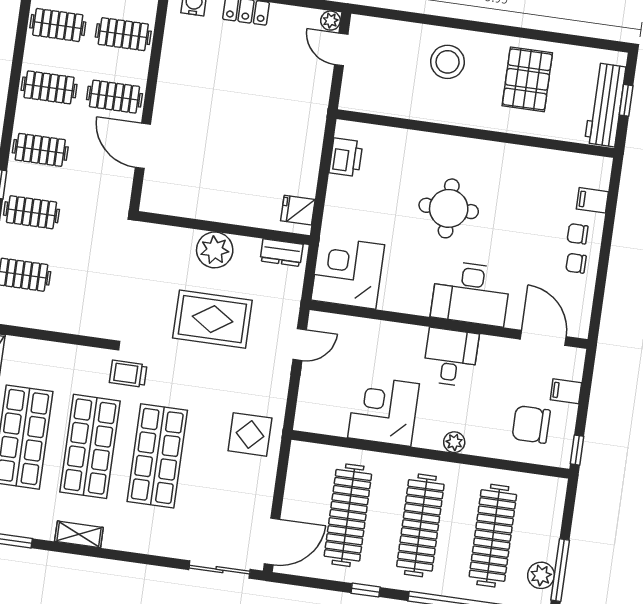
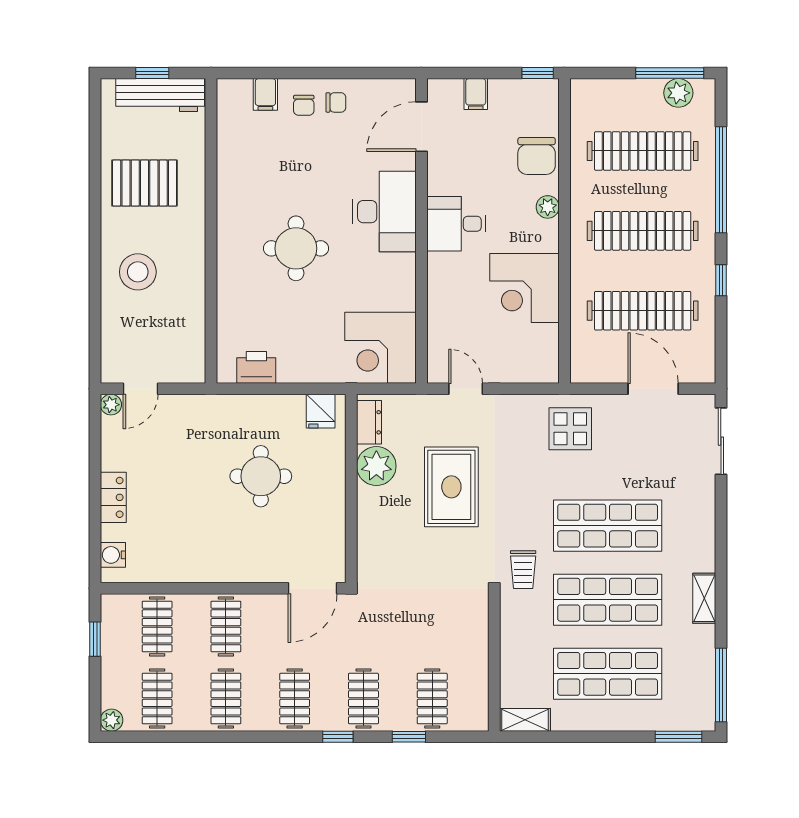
door: (143, 146) -> (313, 588), moved
round table: (246, 147) -> (261, 476), added
plant: (215, 250) -> (376, 466), moved
chair: (576, 263) -> (336, 102), turned -90
chair: (531, 424) -> (537, 156), moved
door: (272, 541) -> (653, 389), moved

